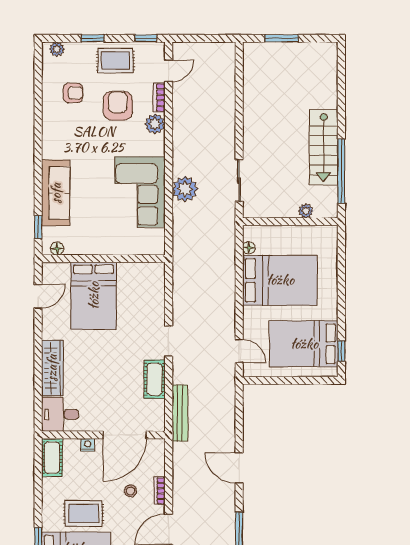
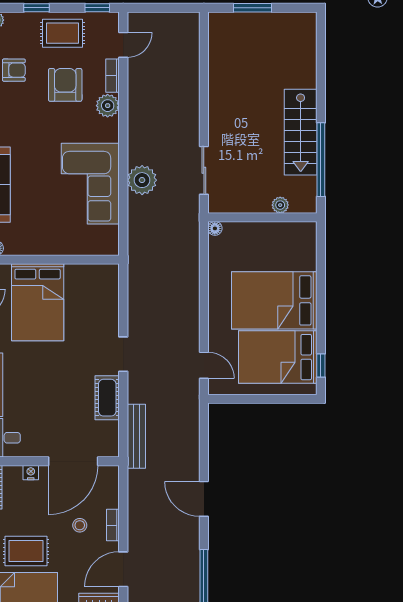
floor lamp: (249, 248) -> (215, 228), moved
bed: (280, 280) -> (274, 300), moved, turned 180

